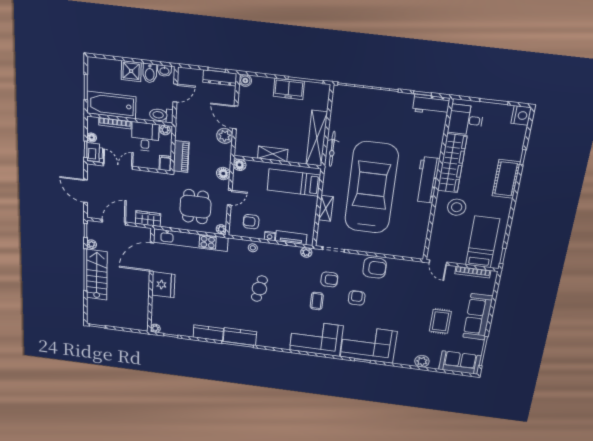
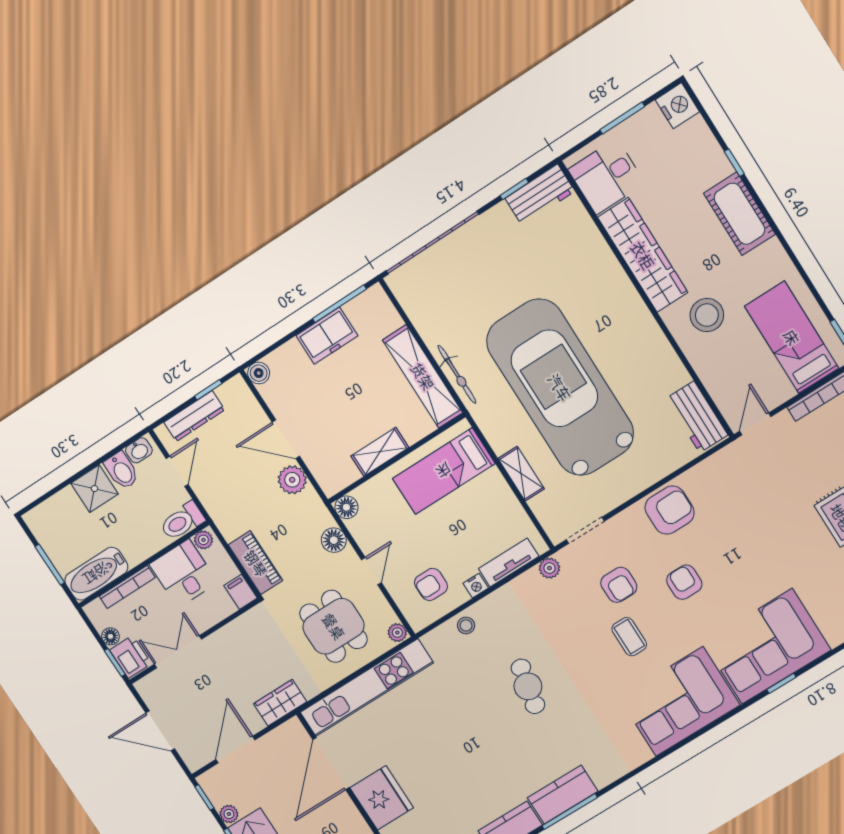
dresser: (220, 78) -> (194, 416), moved
bathtub: (111, 105) -> (96, 574), width x0.73, depth x0.73
workbench: (427, 180) -> (697, 417), moved, width x0.73
door: (438, 263) -> (755, 424), swing flipped
armchair: (329, 279) -> (619, 585), turned 90

